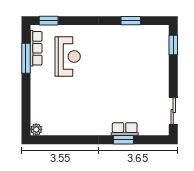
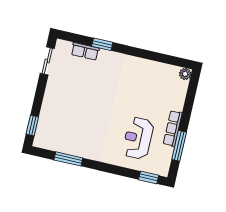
window: (131, 21) -> (68, 159), width x1.44
row of seats: (36, 48) -> (173, 128), moved
row of seats: (125, 129) -> (85, 51), moved

